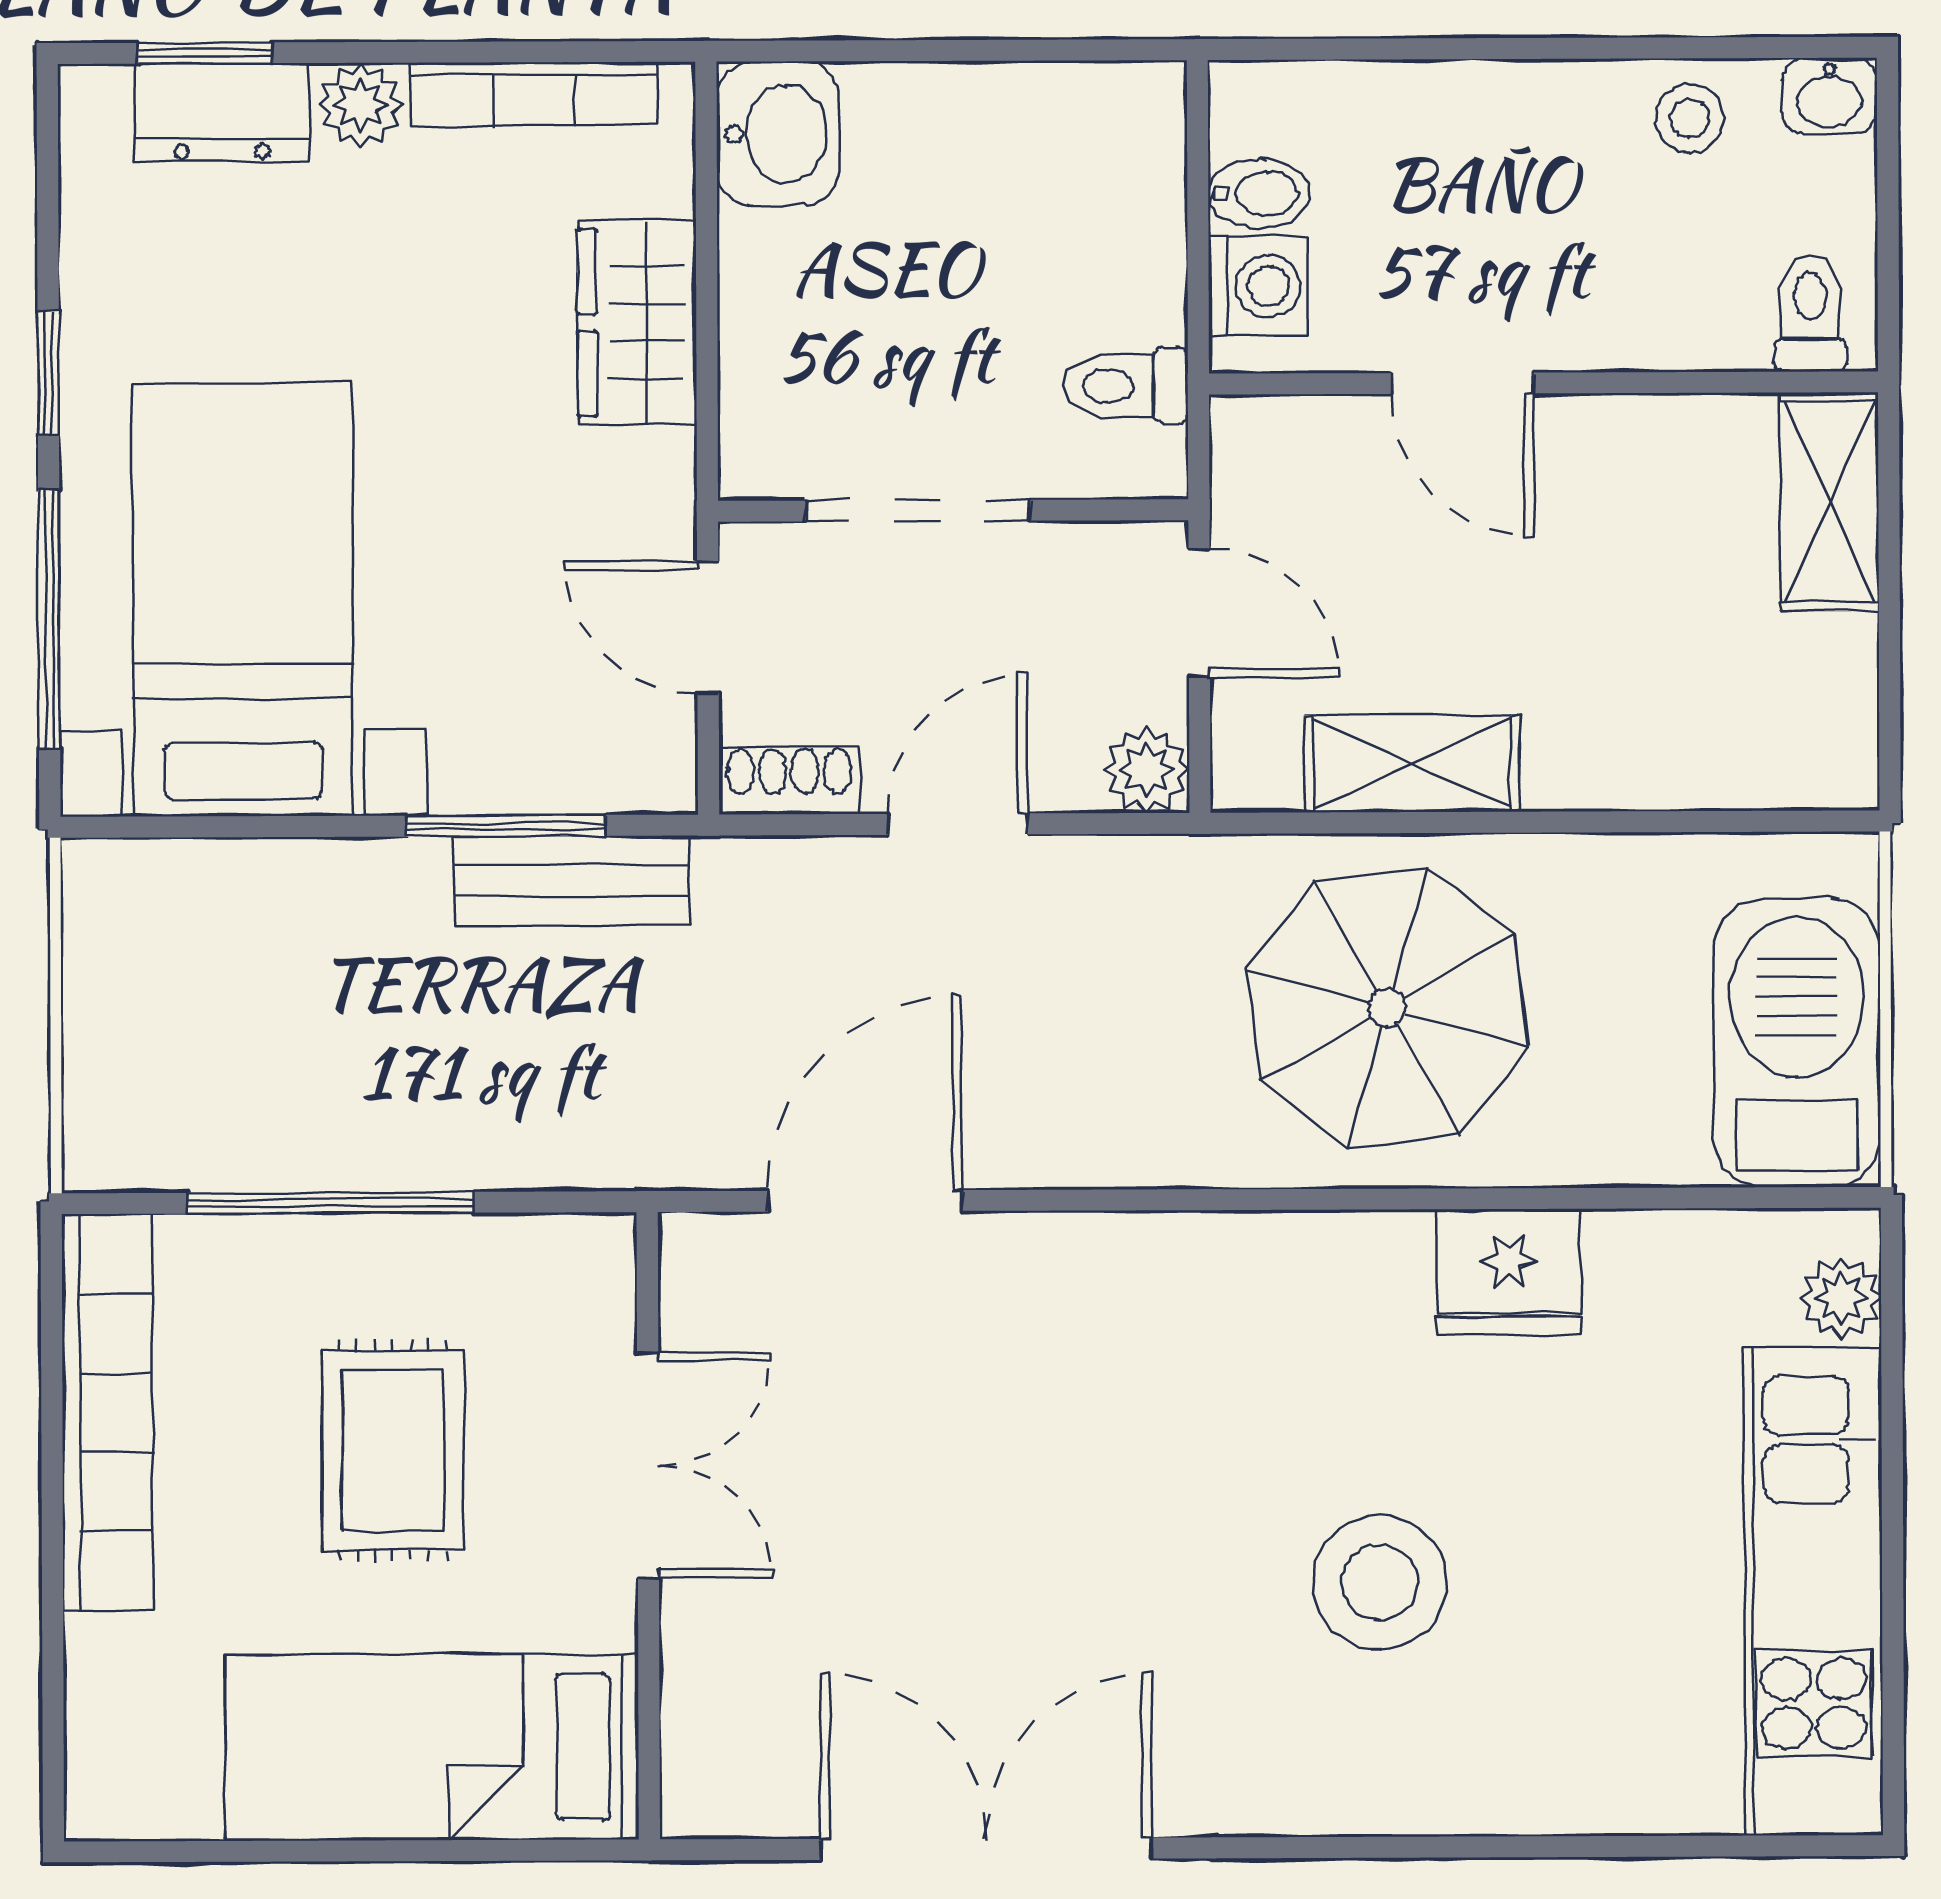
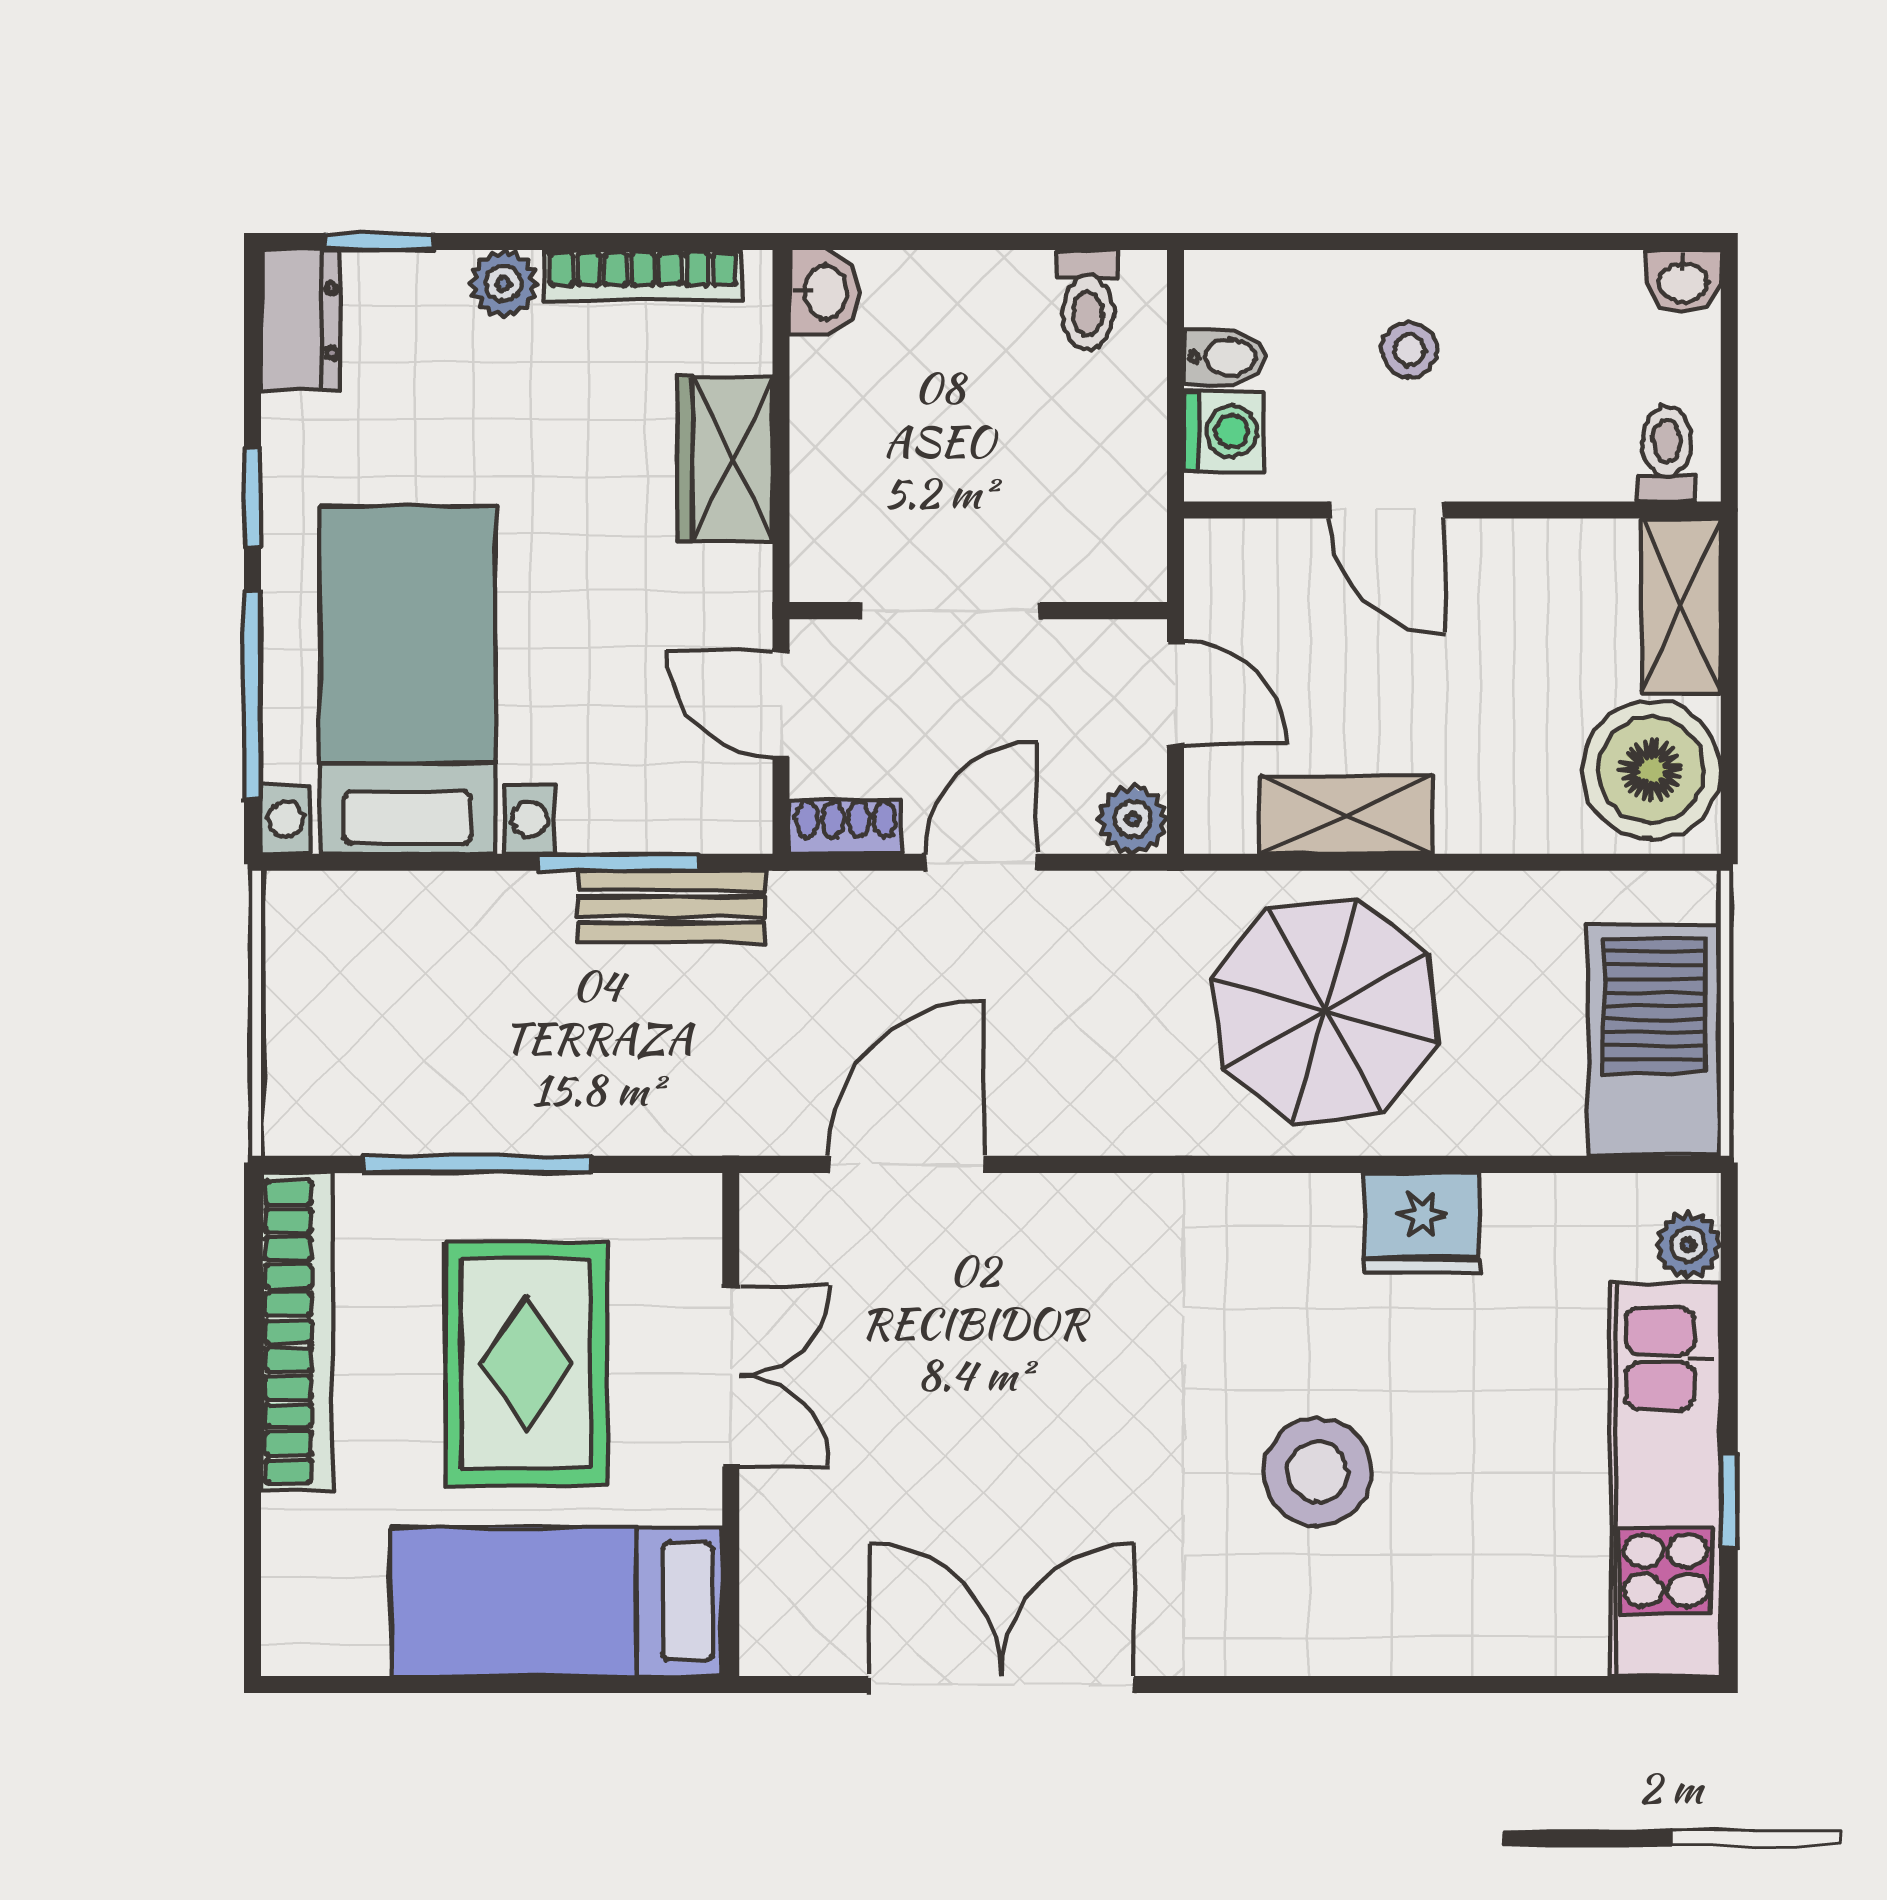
dresser: (222, 113) -> (300, 320), moved, turned -90
stool: (1690, 118) -> (1409, 350), moved
washbasin: (778, 134) -> (823, 292), width x0.72, depth x0.69
toilet: (1126, 386) -> (1088, 300), moved, turned -90
boiler: (1793, 706) -> (1651, 770), added
rug: (393, 1450) -> (526, 1363), width x1.36, depth x1.43
window: (1893, 1617) -> (1729, 1501), added

